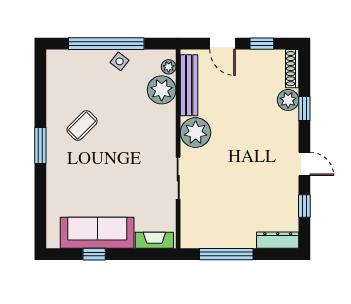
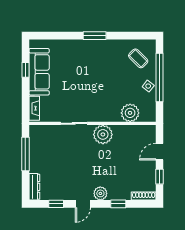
plant: (169, 67) -> (145, 117), removed
bench: (189, 85) -> (133, 130), removed
plant: (288, 100) -> (100, 193), moved
coffee table: (82, 125) -> (138, 58), moved

